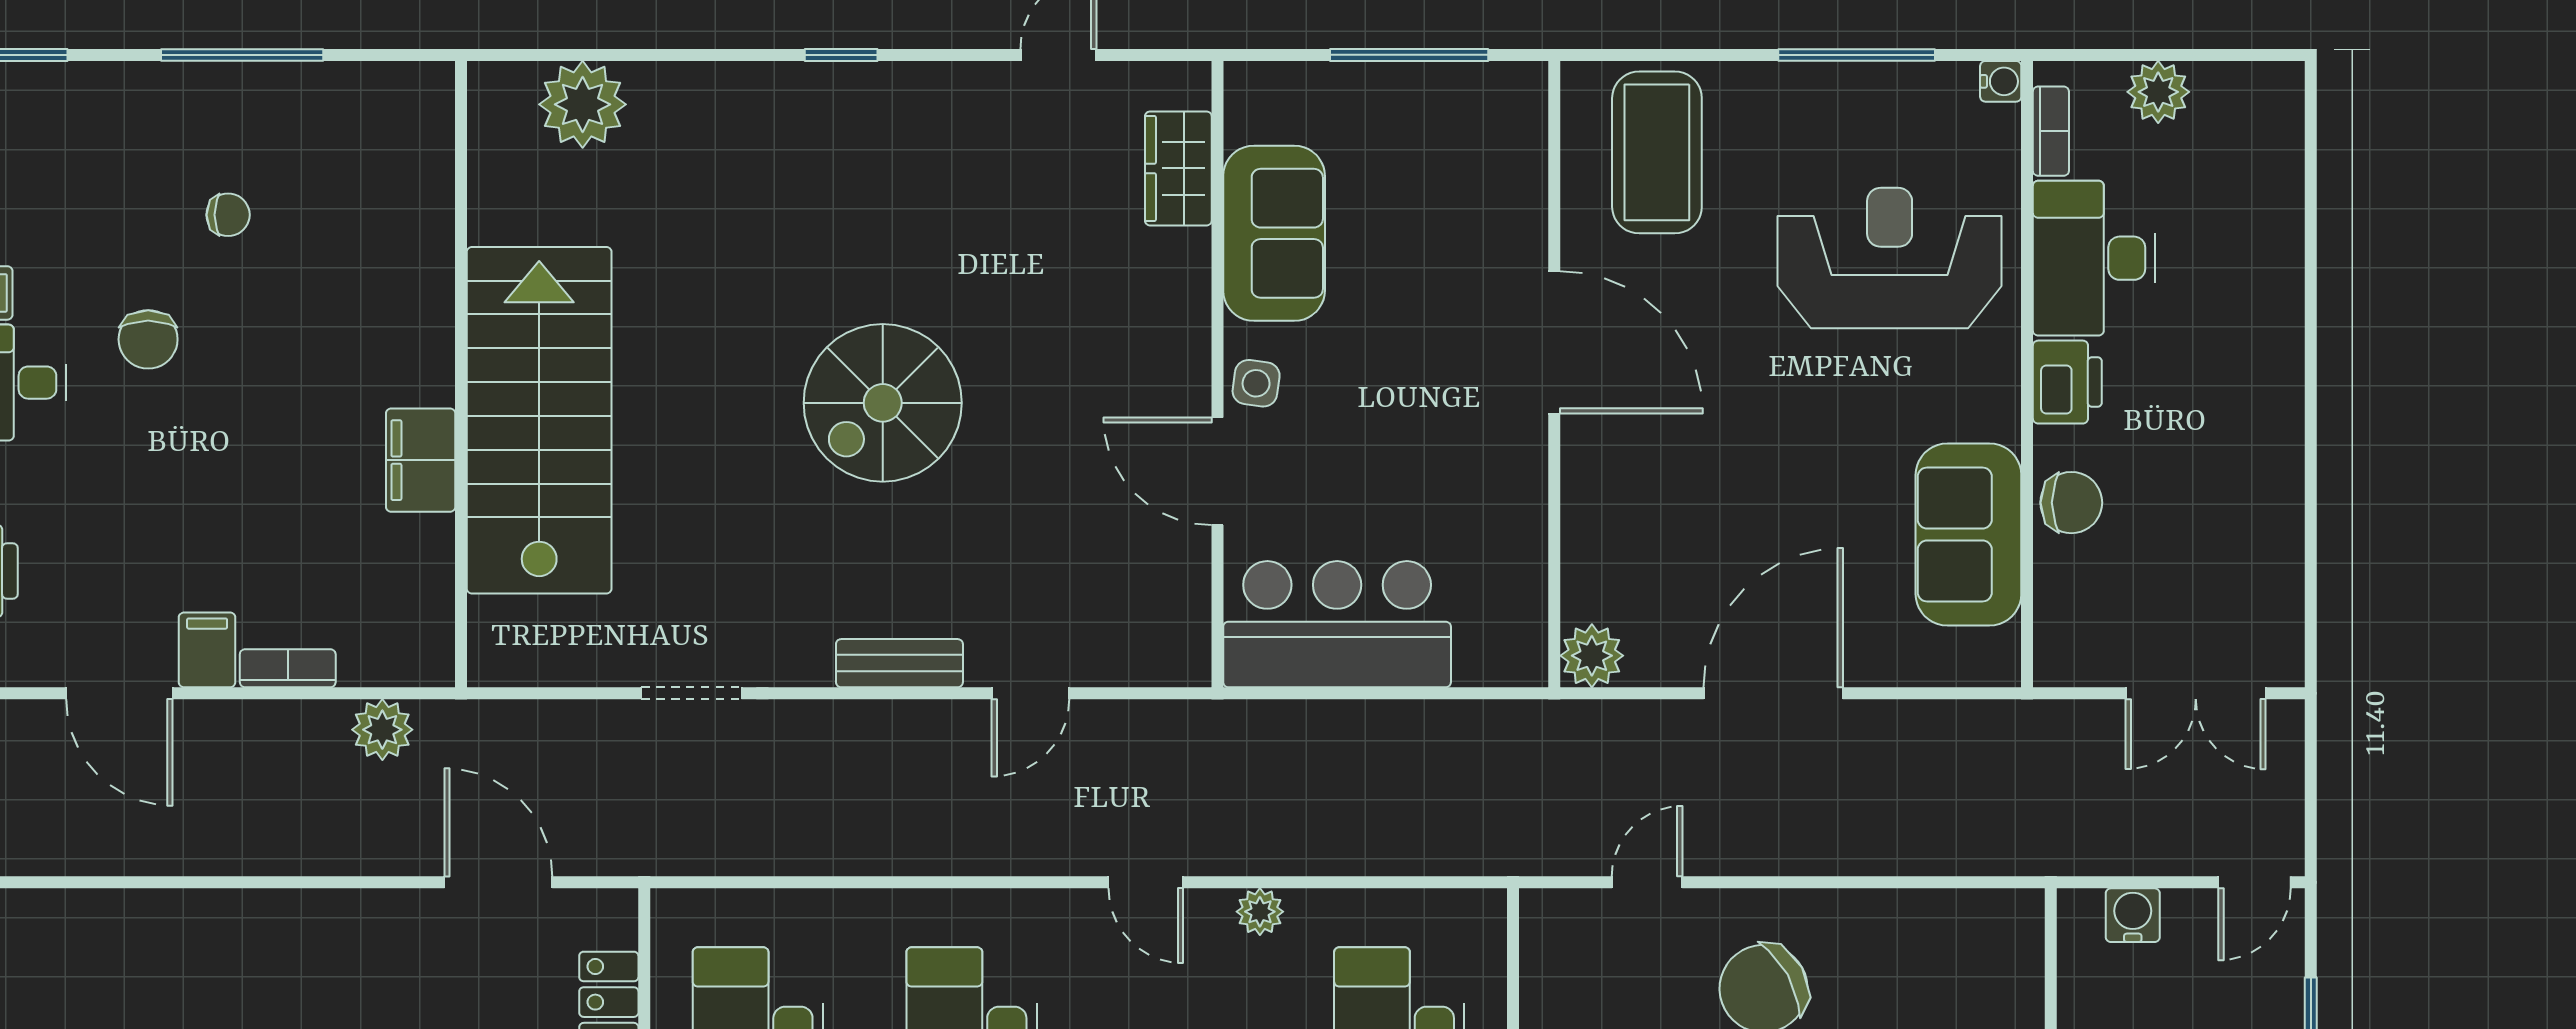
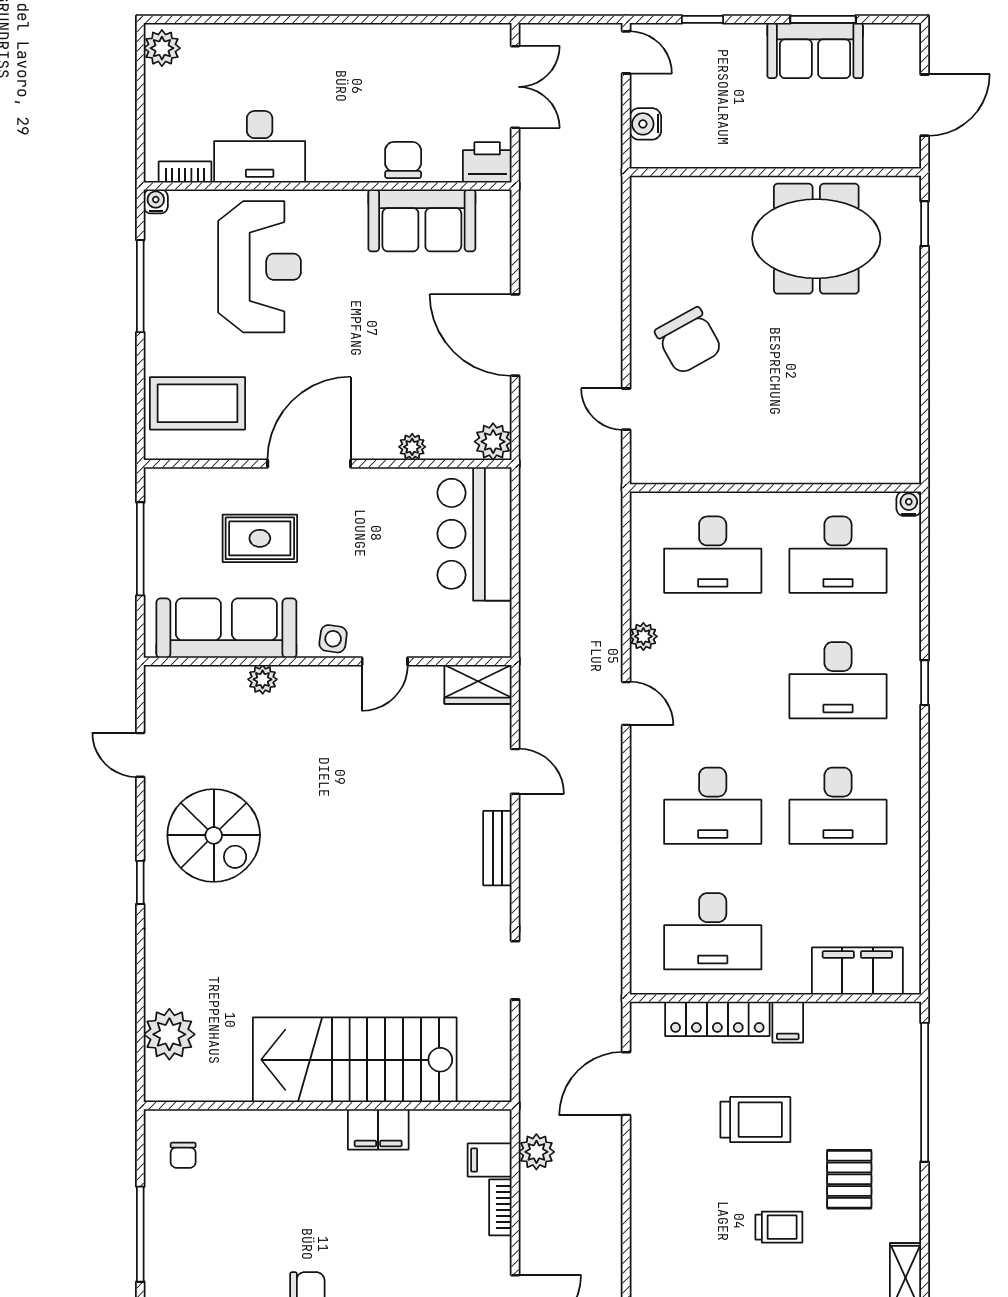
plant: (2158, 92) -> (162, 48), moved
wardrobe: (1178, 168) -> (478, 684), moved
chair: (228, 215) -> (183, 1155), moved, turned 180
sofa: (1274, 233) -> (226, 628), width x1.36
reception desk: (1890, 258) -> (260, 267), turned 180
rug: (1427, 259) -> (260, 538), added
plant: (1187, 263) -> (263, 679), added
printer: (2067, 382) -> (487, 162), moved
spiral stairs: (883, 403) -> (214, 835), moved
door: (1217, 471) -> (385, 661), width x0.73
plant: (1583, 518) -> (412, 447), added
bar counter: (1337, 624) -> (474, 534), moved
filing cabinet: (207, 650) -> (490, 1160), moved
door: (1146, 882) -> (626, 704), hinge flipped

